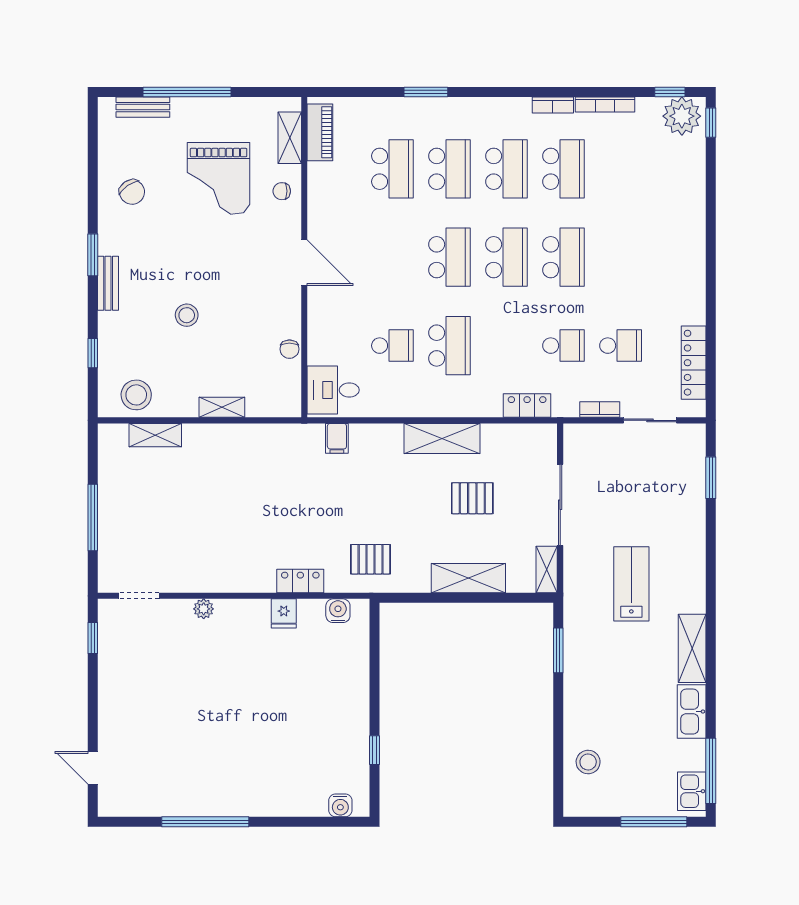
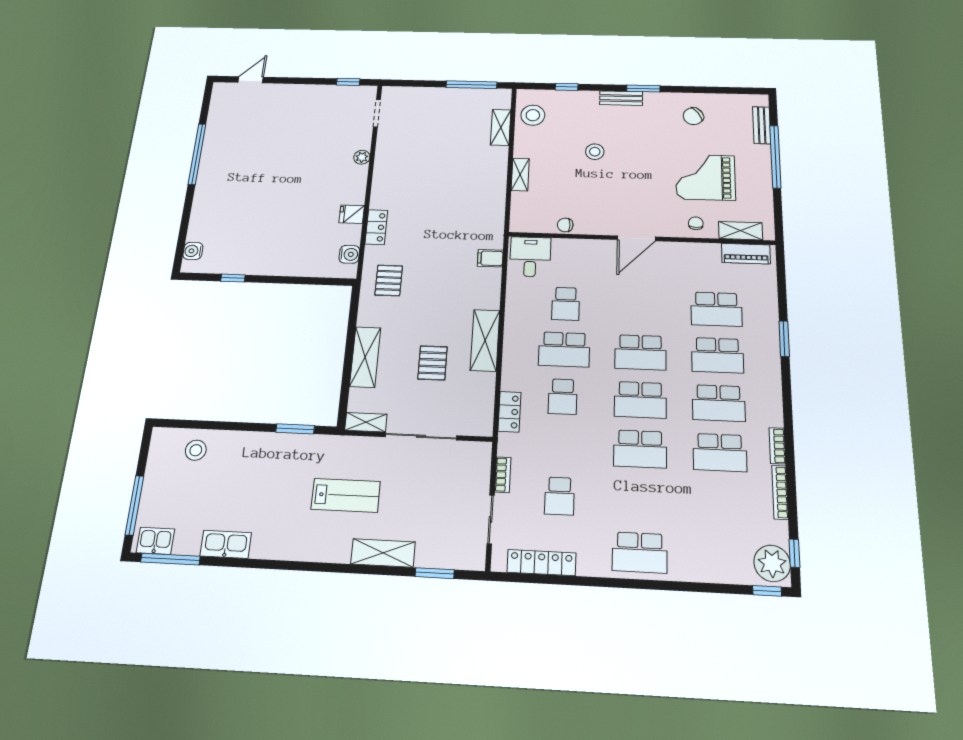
school desk: (678, 257) -> (640, 553), added
school desk: (564, 346) -> (563, 397), moved
window: (93, 518) -> (471, 85), moved
shelving: (692, 648) -> (383, 553), moved

